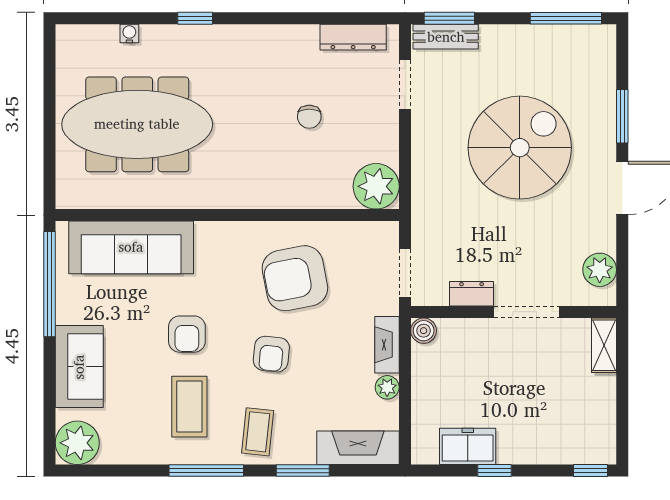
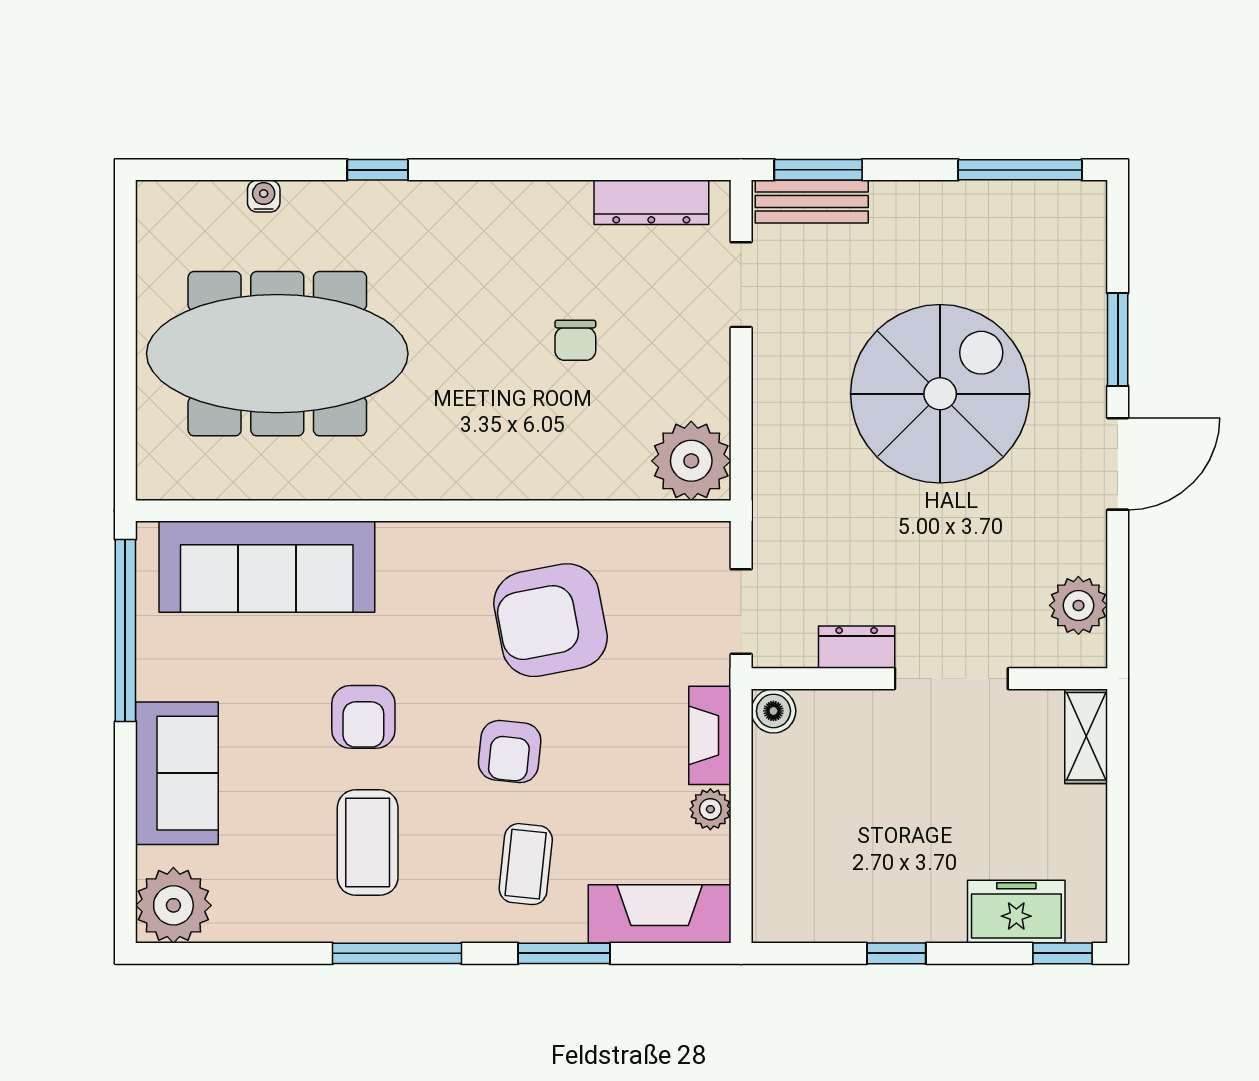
coffee table: (258, 432) -> (526, 864), moved
freezer: (468, 446) -> (1016, 912), moved

